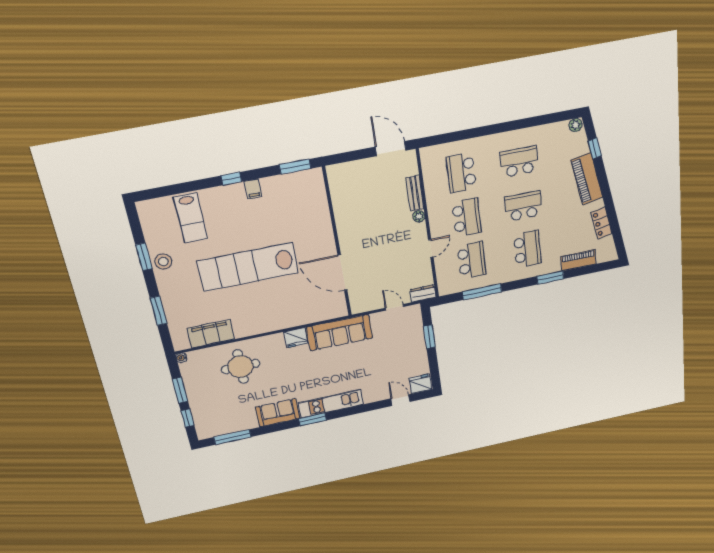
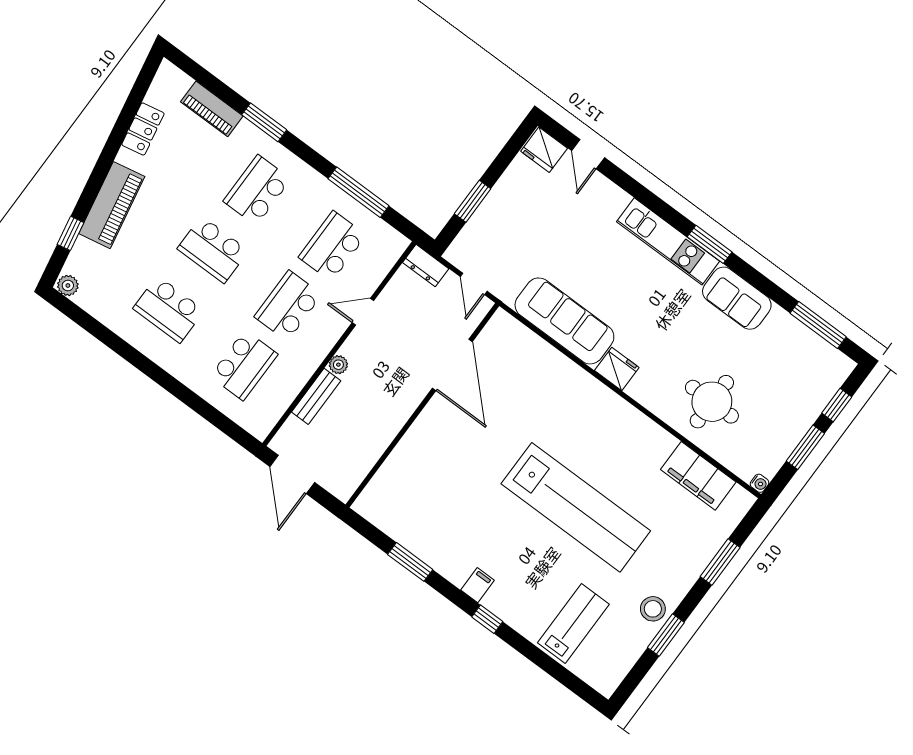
wall: (337, 243) -> (422, 405), moved
door: (342, 273) -> (452, 365), moved

